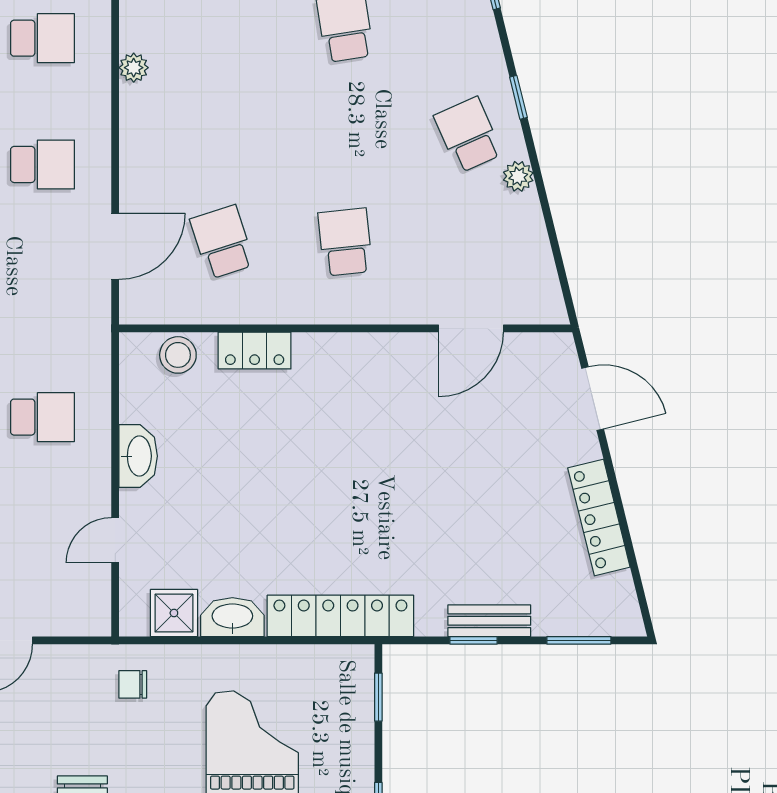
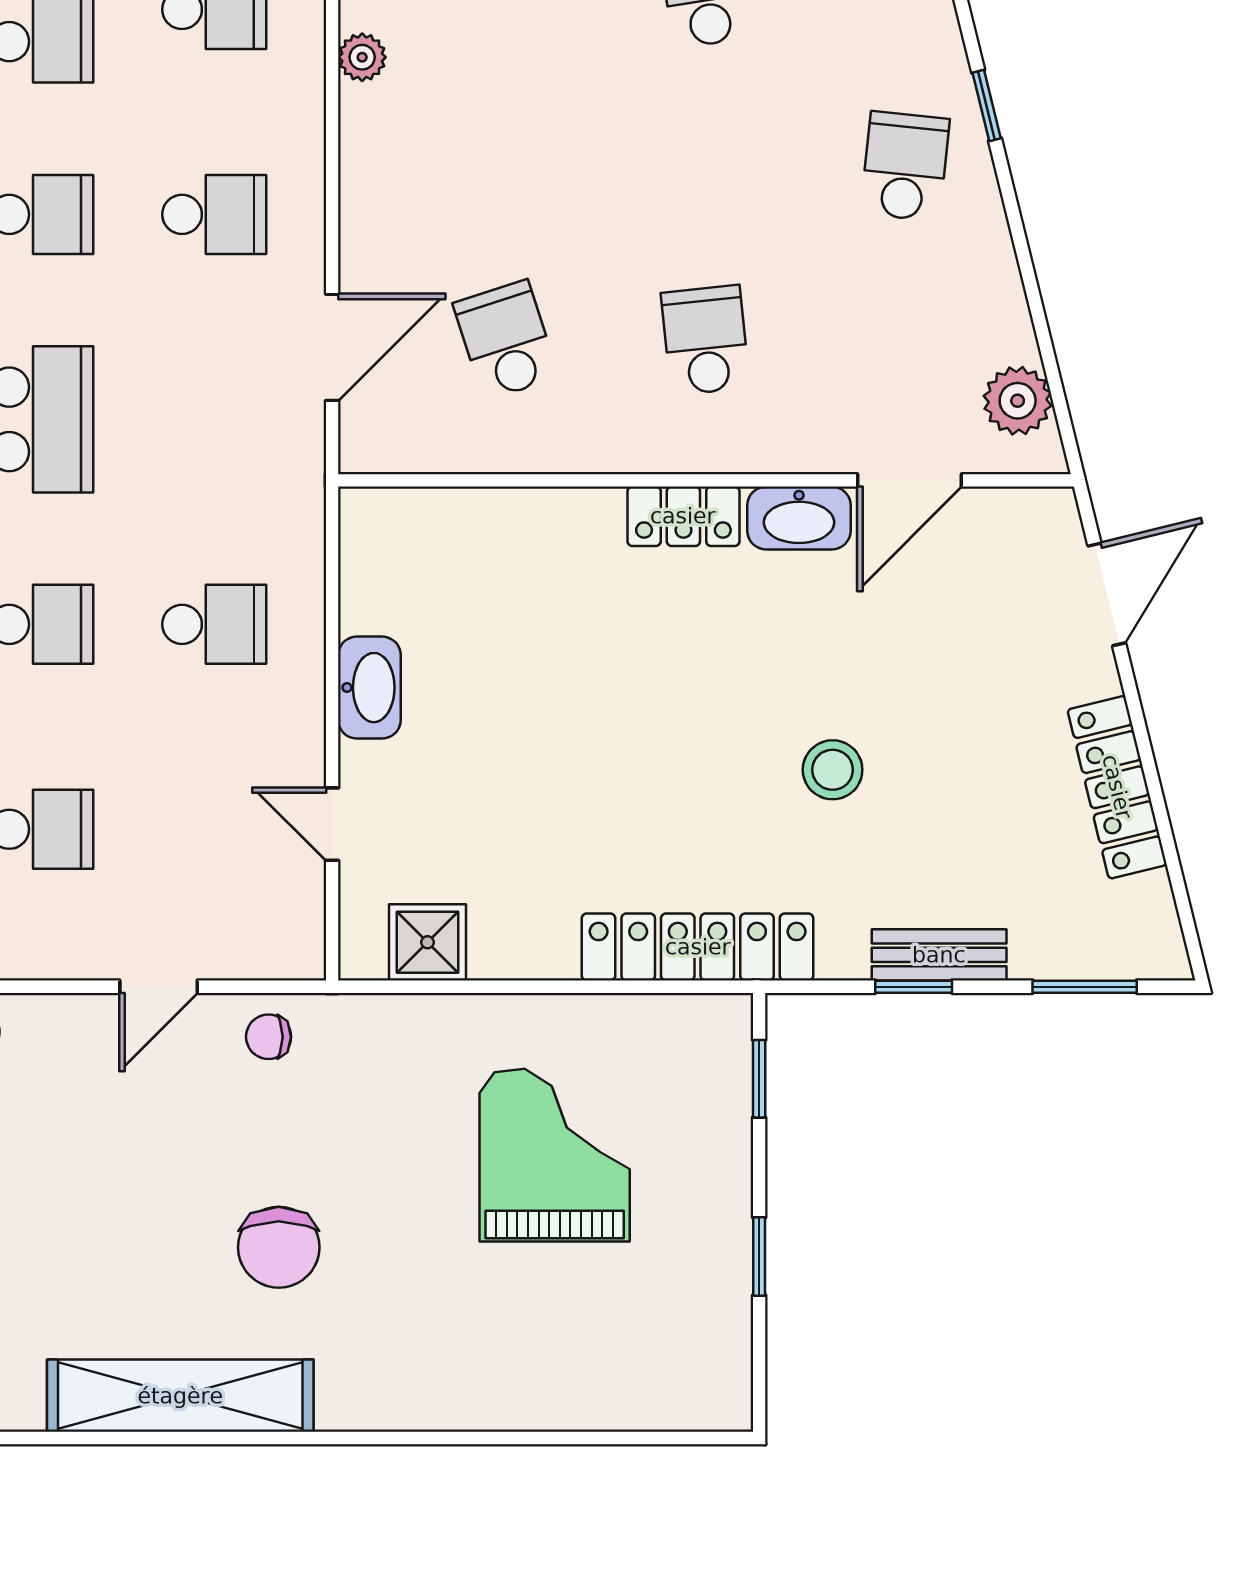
school desk: (468, 135) -> (905, 166), turned 30
plant: (518, 176) -> (1018, 401), moved, width x1.38, depth x1.38
locker: (255, 351) -> (683, 516), moved
stool: (178, 355) -> (833, 770), moved
door: (593, 399) -> (1107, 594), hinge flipped
door: (115, 540) -> (332, 824), hinge flipped
washbasin: (232, 617) -> (799, 518), moved, turned 180
chair: (133, 684) -> (269, 1037), moved

